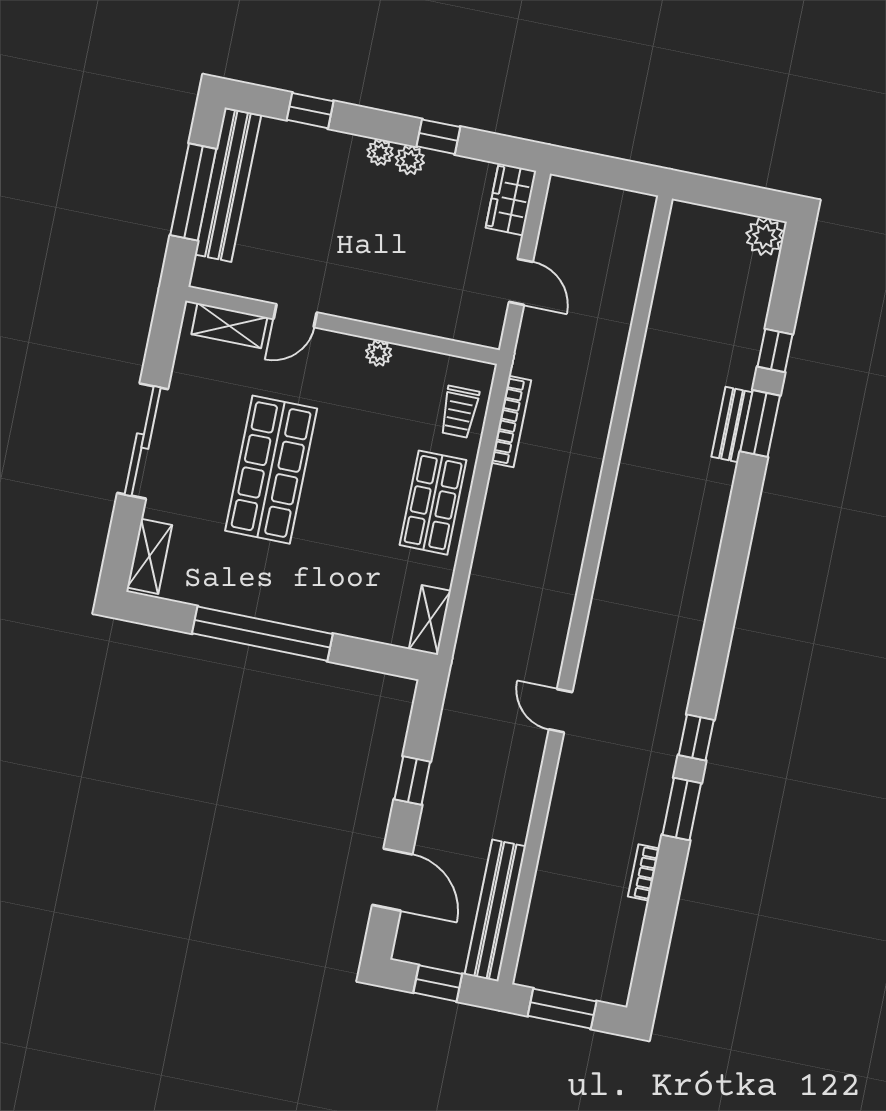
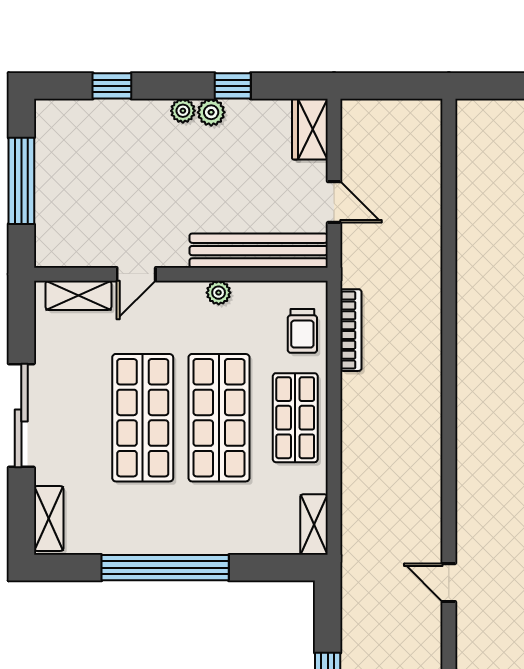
bench: (228, 185) -> (259, 251), moved, turned 90
shop shelf: (352, 486) -> (219, 418), added

